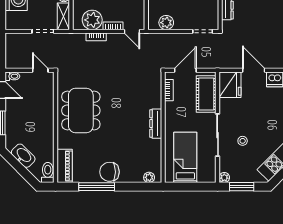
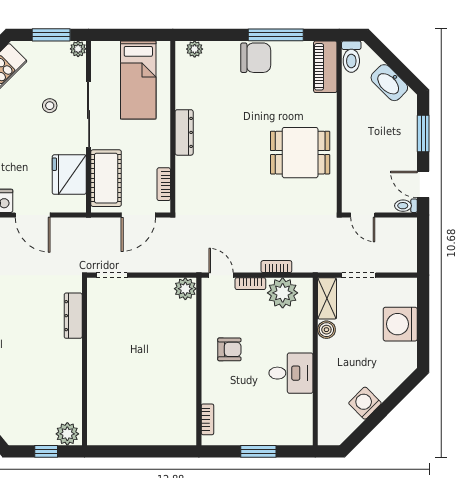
plant: (166, 23) -> (185, 289), moved
fridge: (230, 85) -> (69, 175), moved
dining table: (81, 111) -> (300, 153), width x0.73

